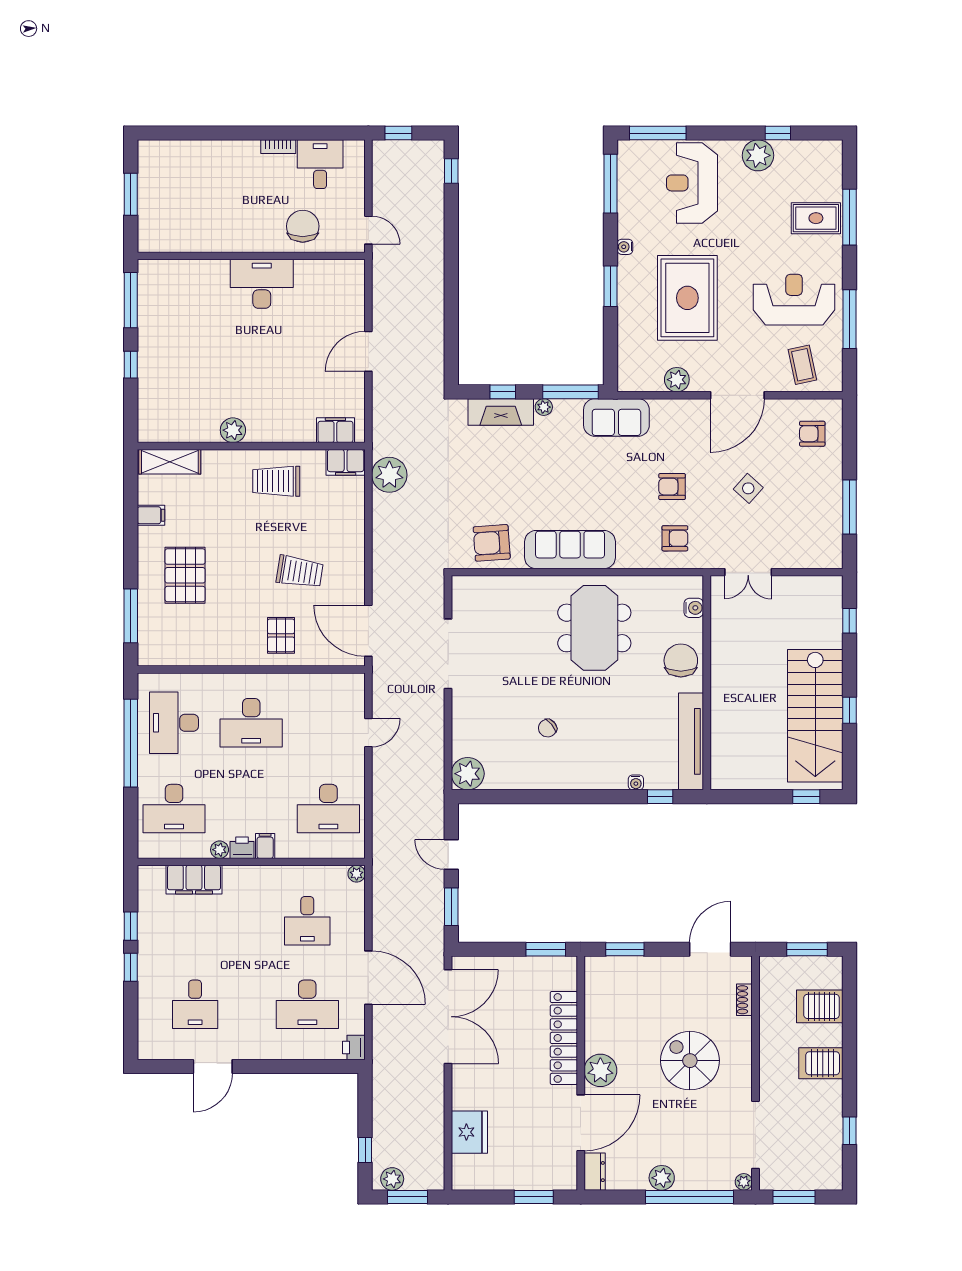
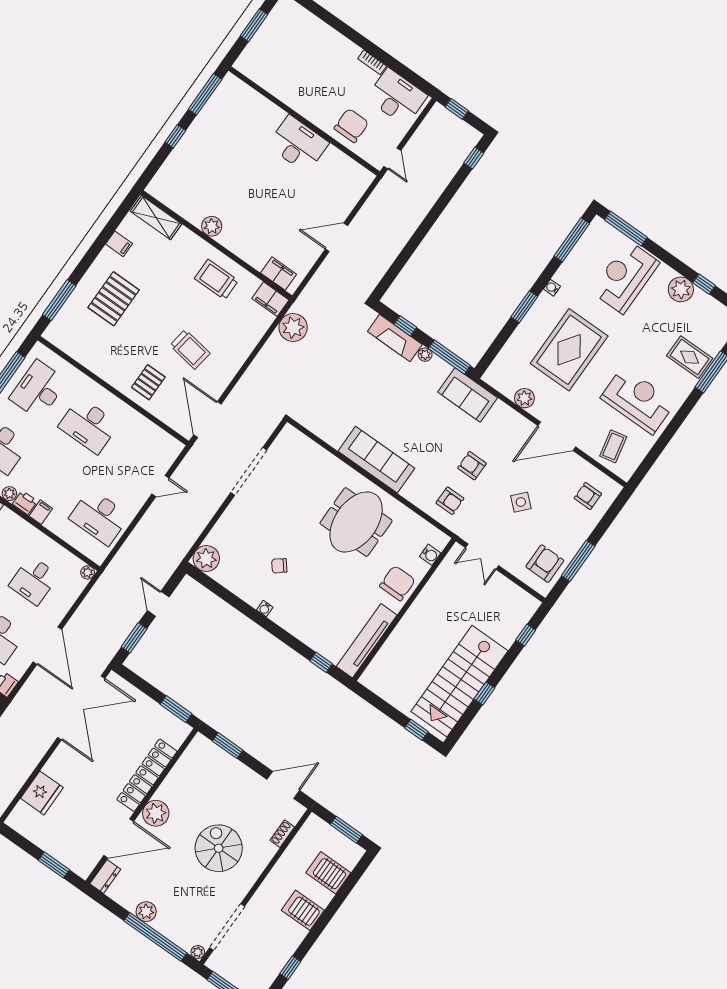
desk: (320, 164) -> (397, 97), width x1.37
window: (849, 319) -> (665, 438), removed
armchair: (492, 543) -> (545, 564), moved, turned 94
water cooler: (636, 782) -> (265, 609), moved

